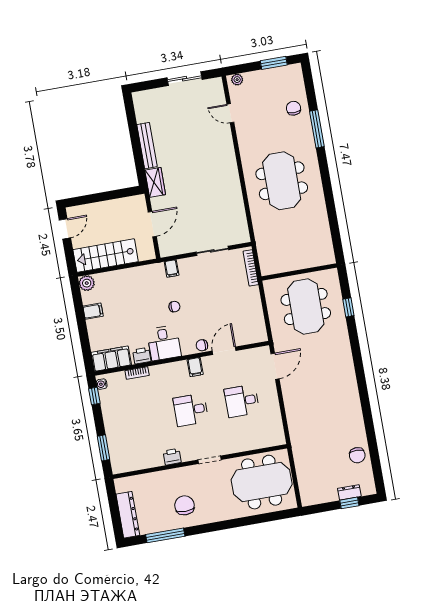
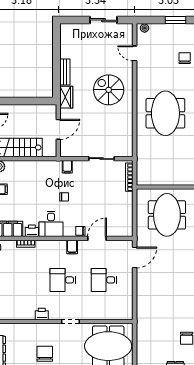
bench: (147, 146) -> (65, 72), width x0.73
spiral stairs: (206, 164) -> (109, 90), added

